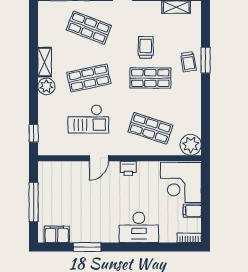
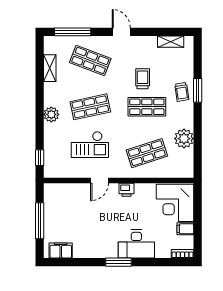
shelving: (45, 62) -> (50, 68), moved
shop shelf: (150, 128) -> (147, 153), turned -36
plant: (191, 145) -> (184, 139), moved
window: (87, 247) -> (118, 262), moved

